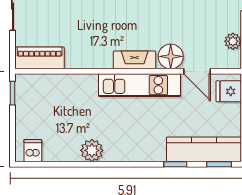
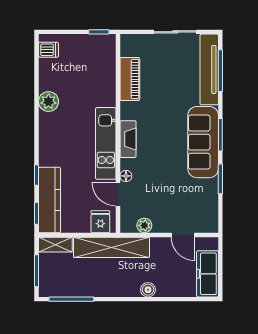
floor lamp: (171, 56) -> (126, 176), width x0.53, depth x0.53
piano: (40, 58) -> (130, 79), moved
door: (197, 71) -> (118, 194), hinge flipped

